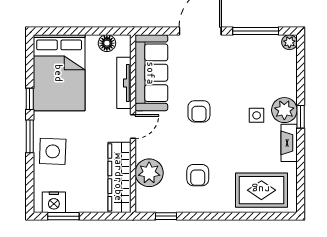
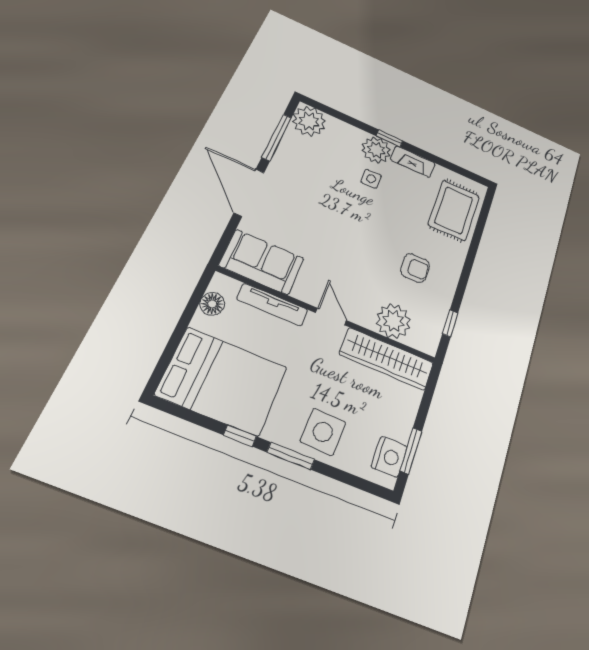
plant: (289, 42) -> (309, 121), width x1.87, depth x1.87
sofa: (151, 73) -> (262, 262), width x0.73
armchair: (199, 111) -> (343, 235), removed

